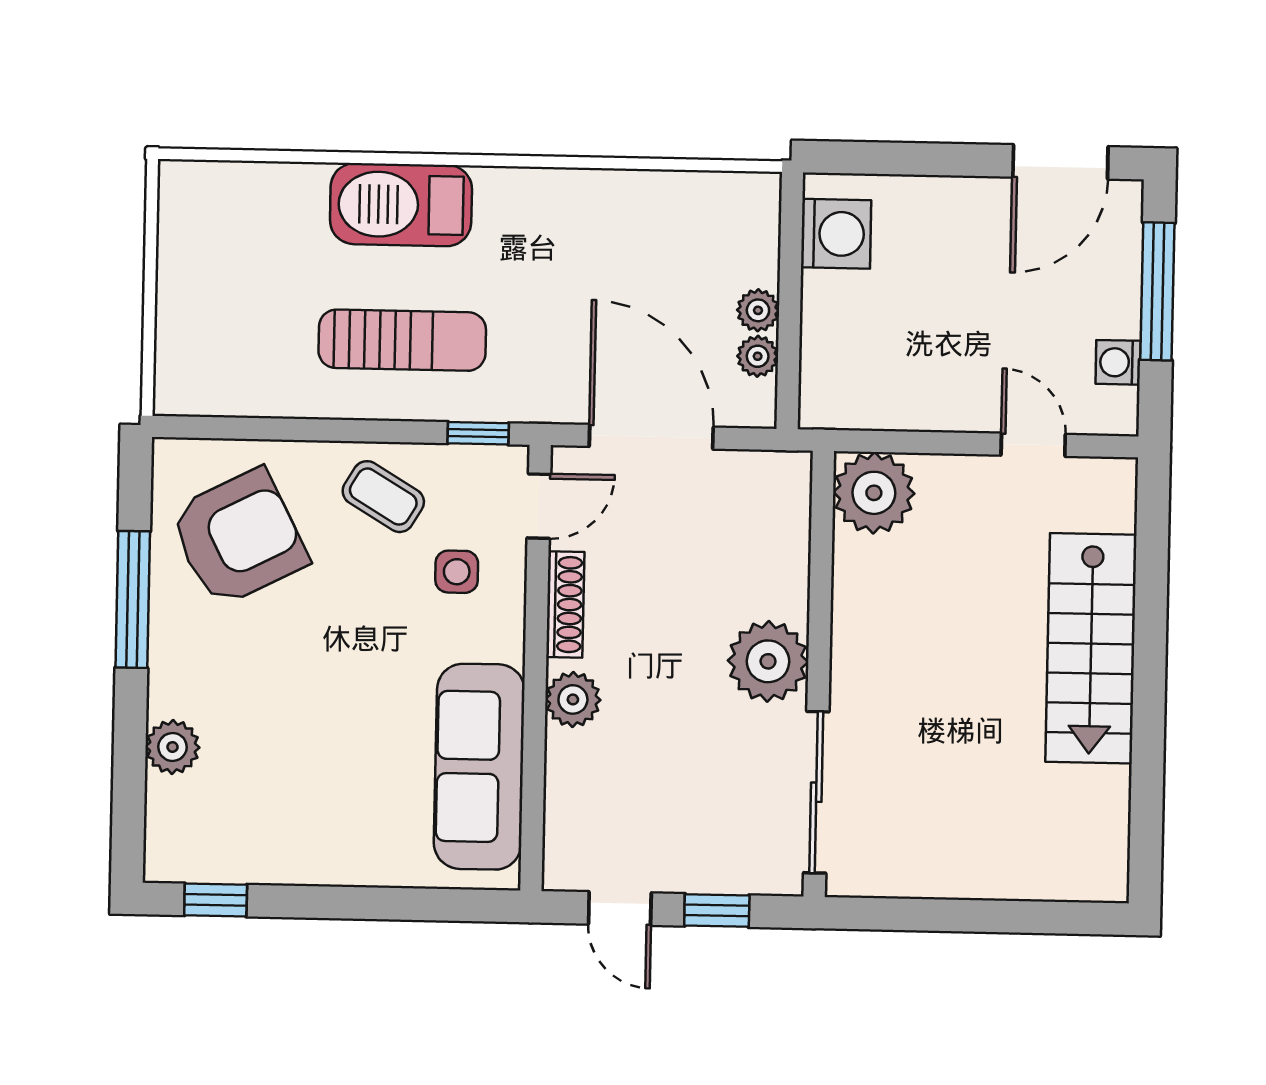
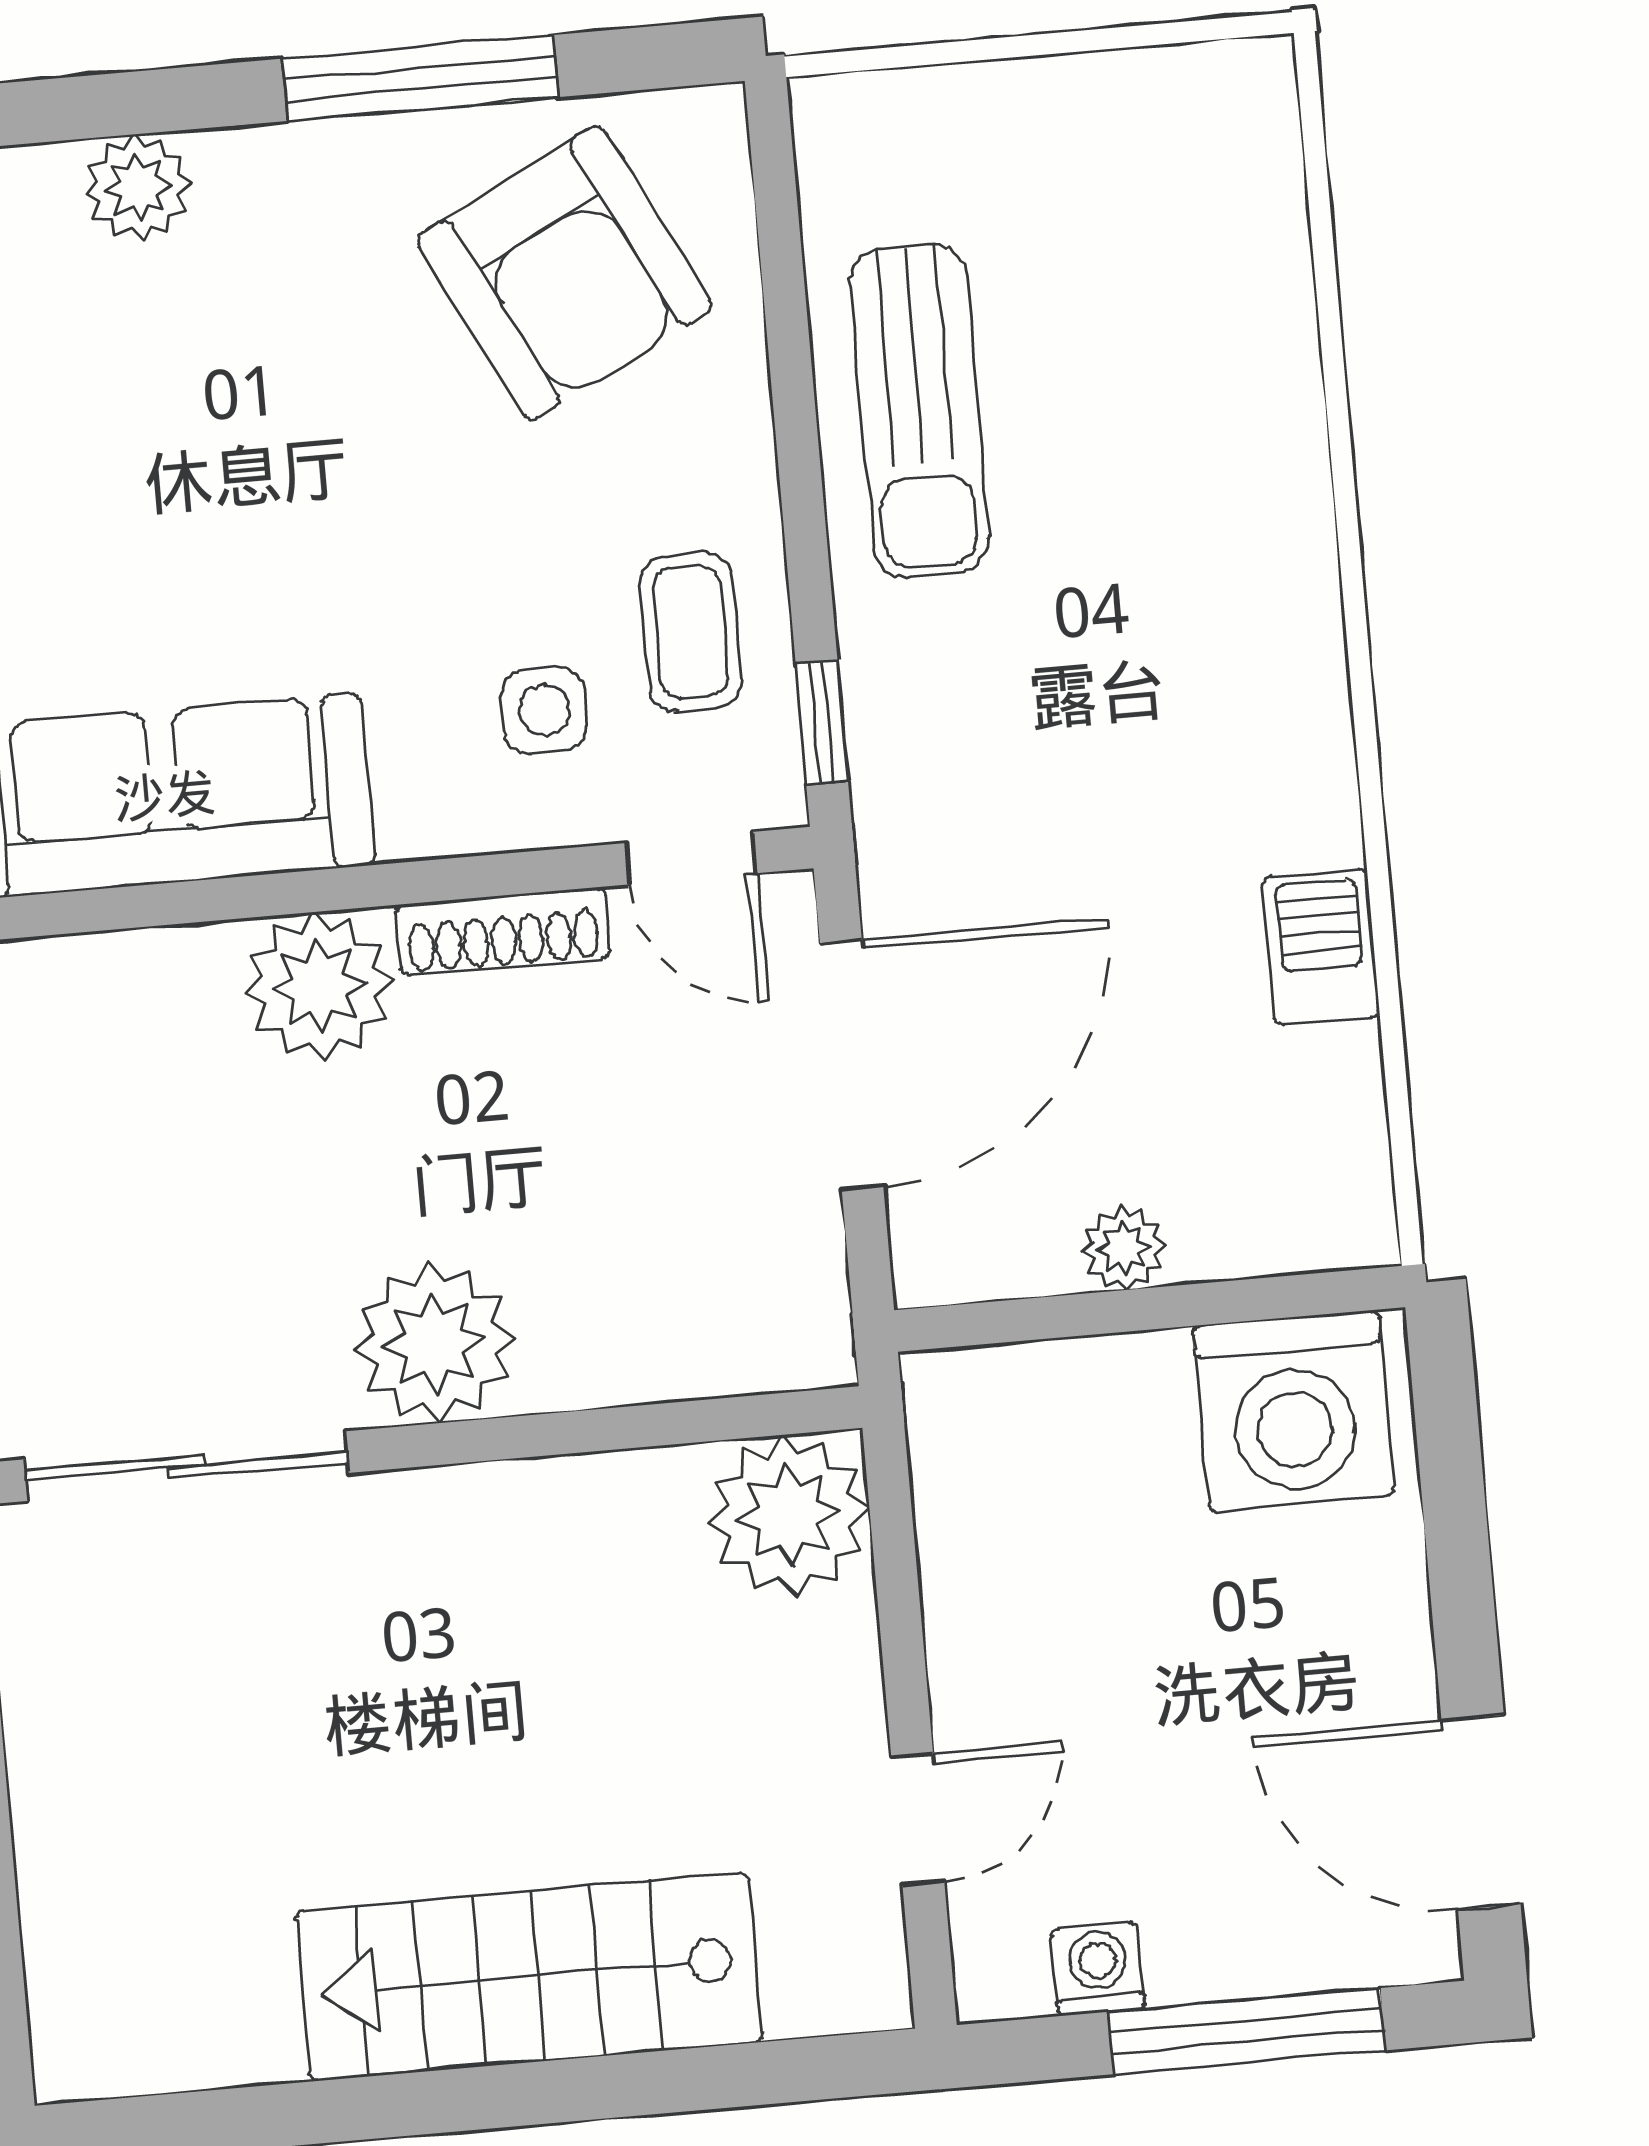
barbecue: (401, 205) -> (1321, 947), moved, width x0.53, depth x0.65
washing machine: (836, 234) -> (1294, 1411), width x1.37, depth x1.37
sun lounger: (402, 340) -> (920, 411), moved
plant: (758, 356) -> (1033, 1257), removed
coffee table: (383, 497) -> (690, 632), moved, turned -31
plant: (573, 699) -> (319, 986), width x1.36, depth x1.36

